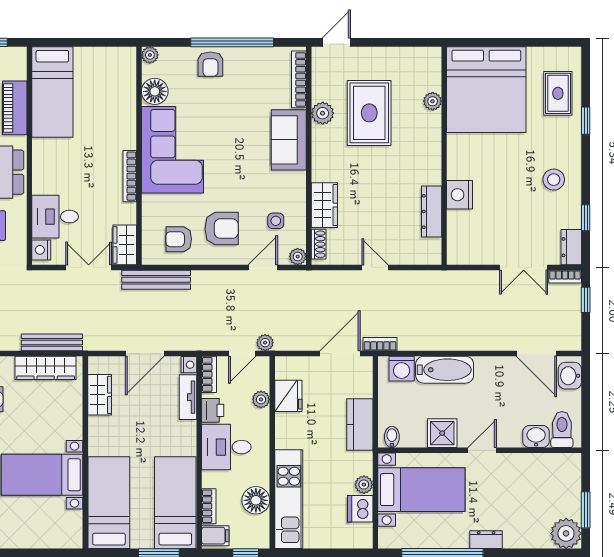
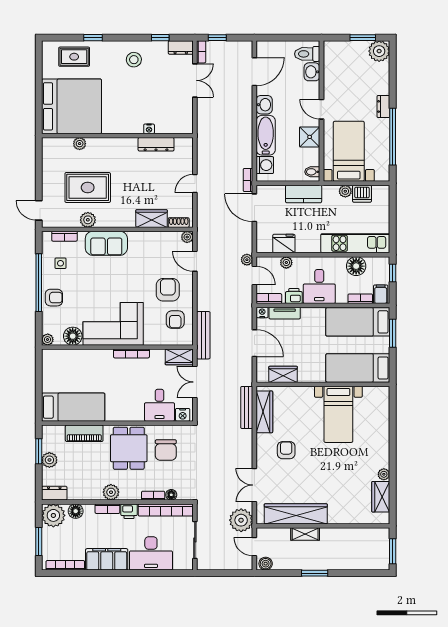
bookcase: (299, 79) -> (64, 236), width x0.64
nightstand: (460, 195) -> (149, 129), width x0.53, depth x0.56
side table: (276, 221) -> (60, 263), moved
washbasin: (570, 376) -> (264, 105), moved, turned -90

